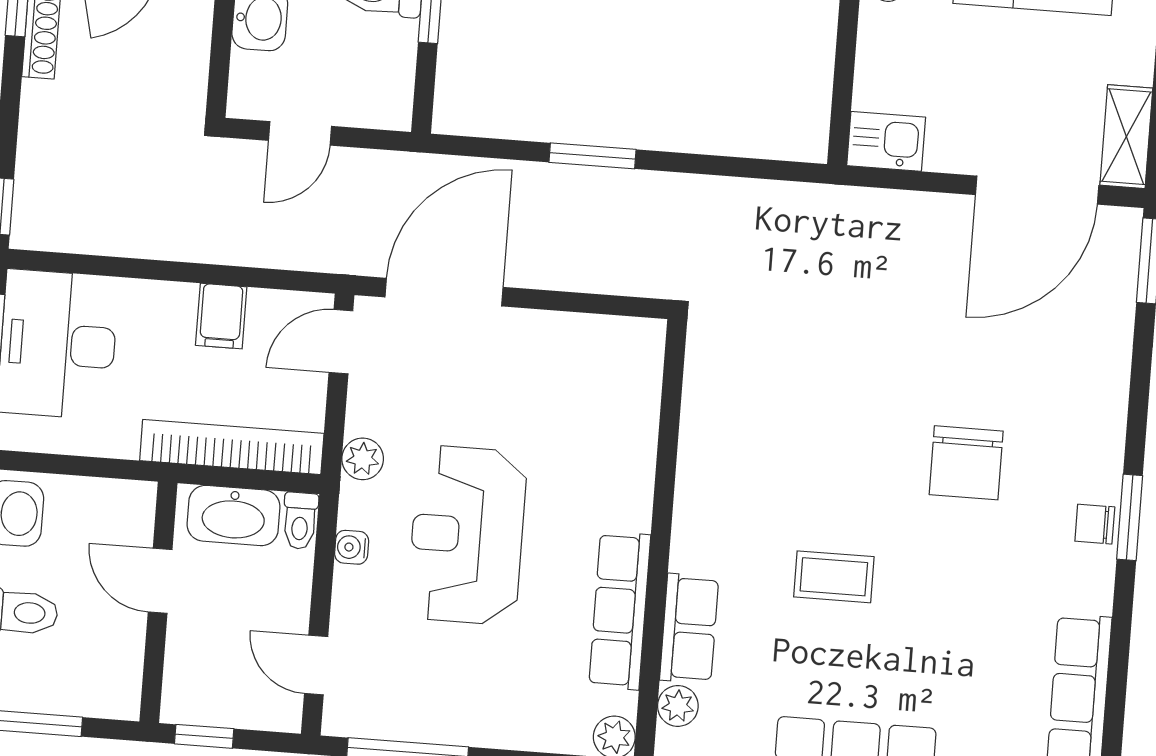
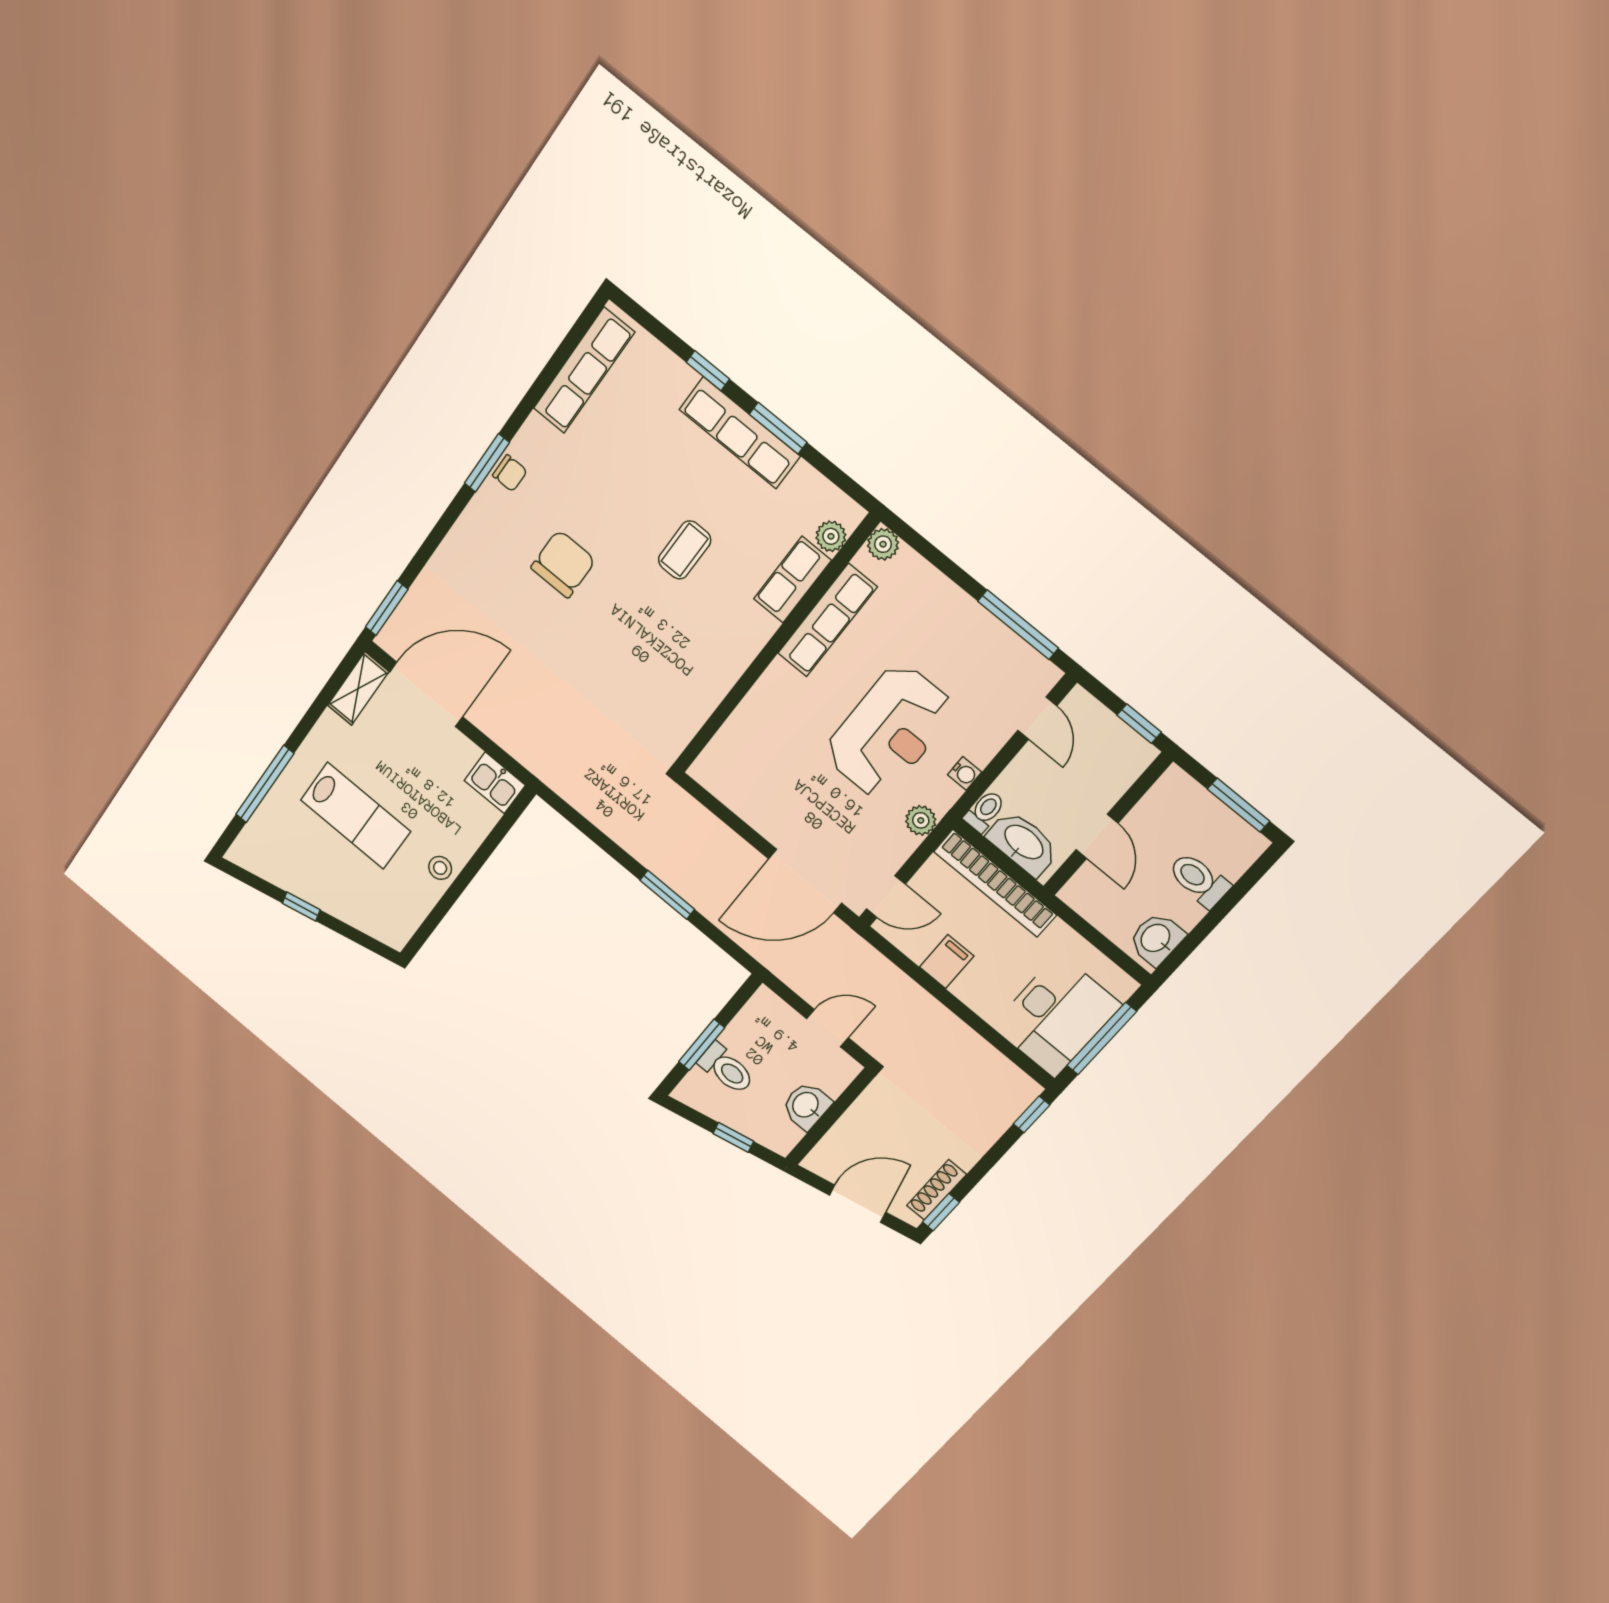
coffee table: (834, 577) -> (685, 550), turned 90

